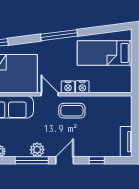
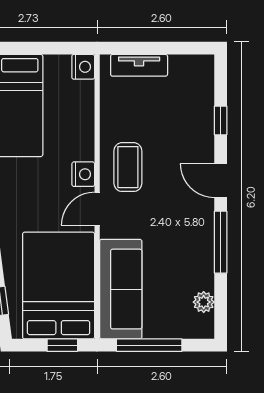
nightstand: (82, 87) -> (83, 67), moved
tv unit: (126, 142) -> (139, 65), moved
plant: (37, 150) -> (201, 232), removed

